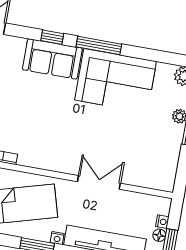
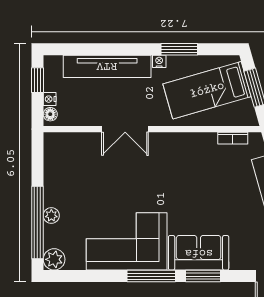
window: (52, 37) -> (203, 276), width x1.50
floor lamp: (159, 235) -> (50, 114), moved

